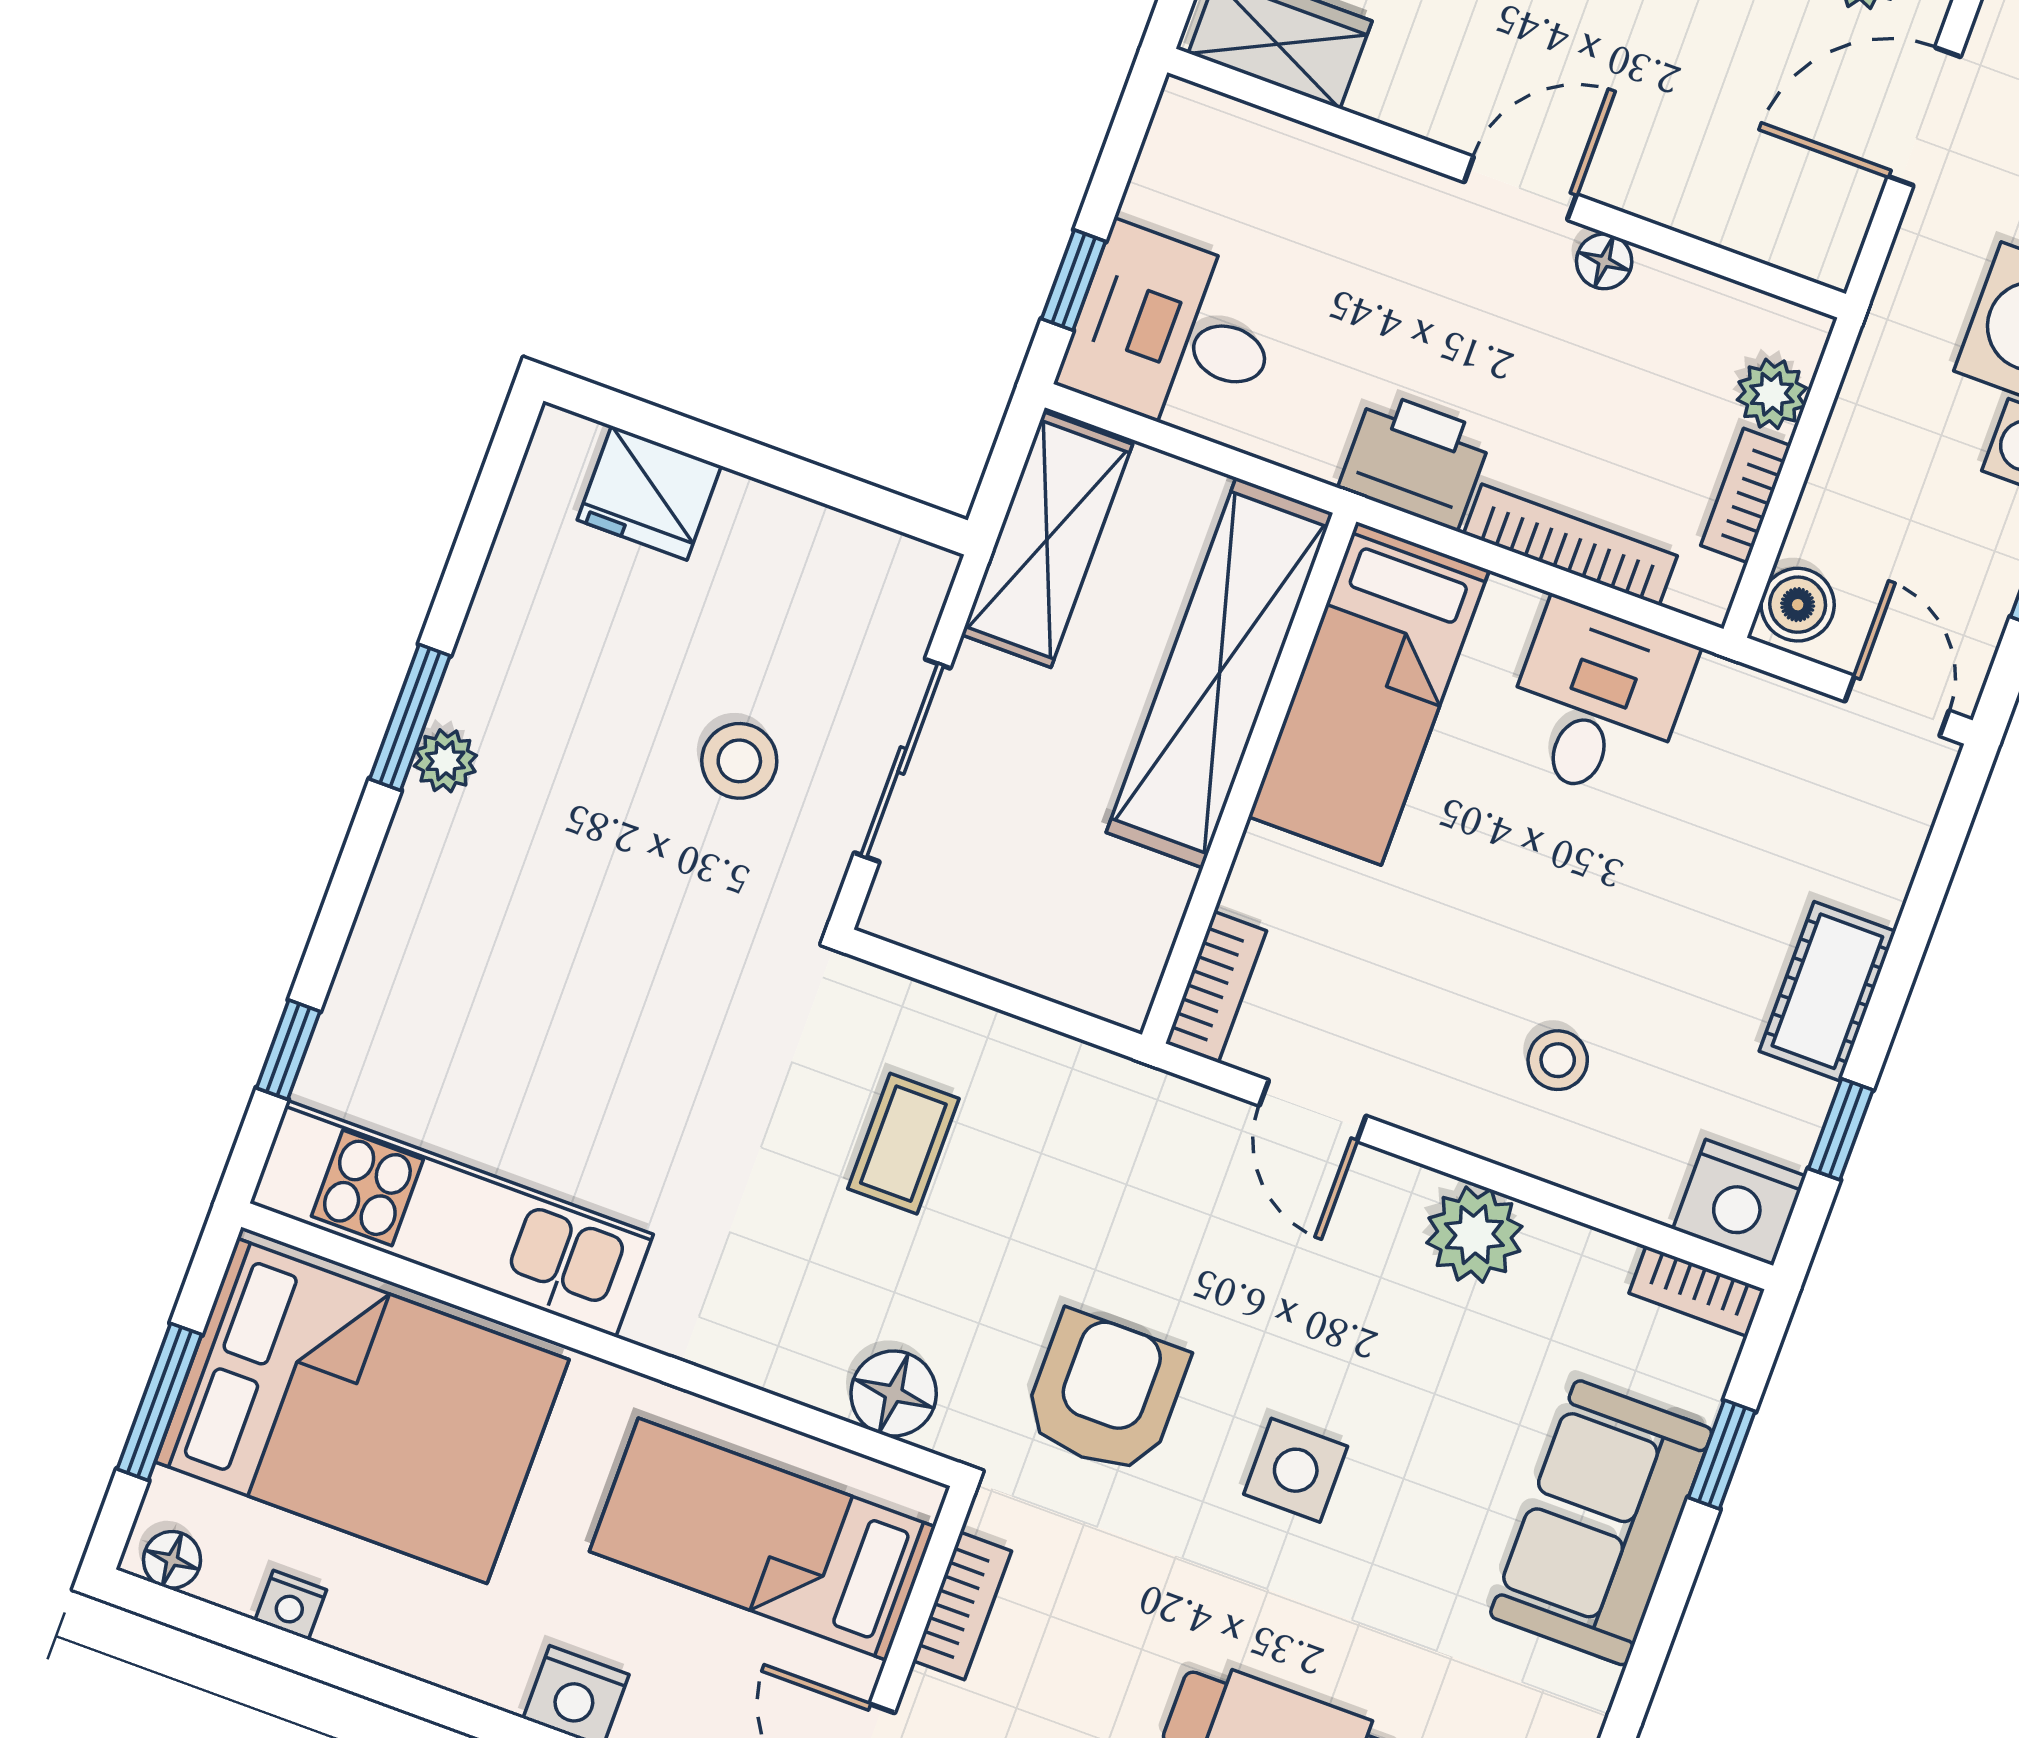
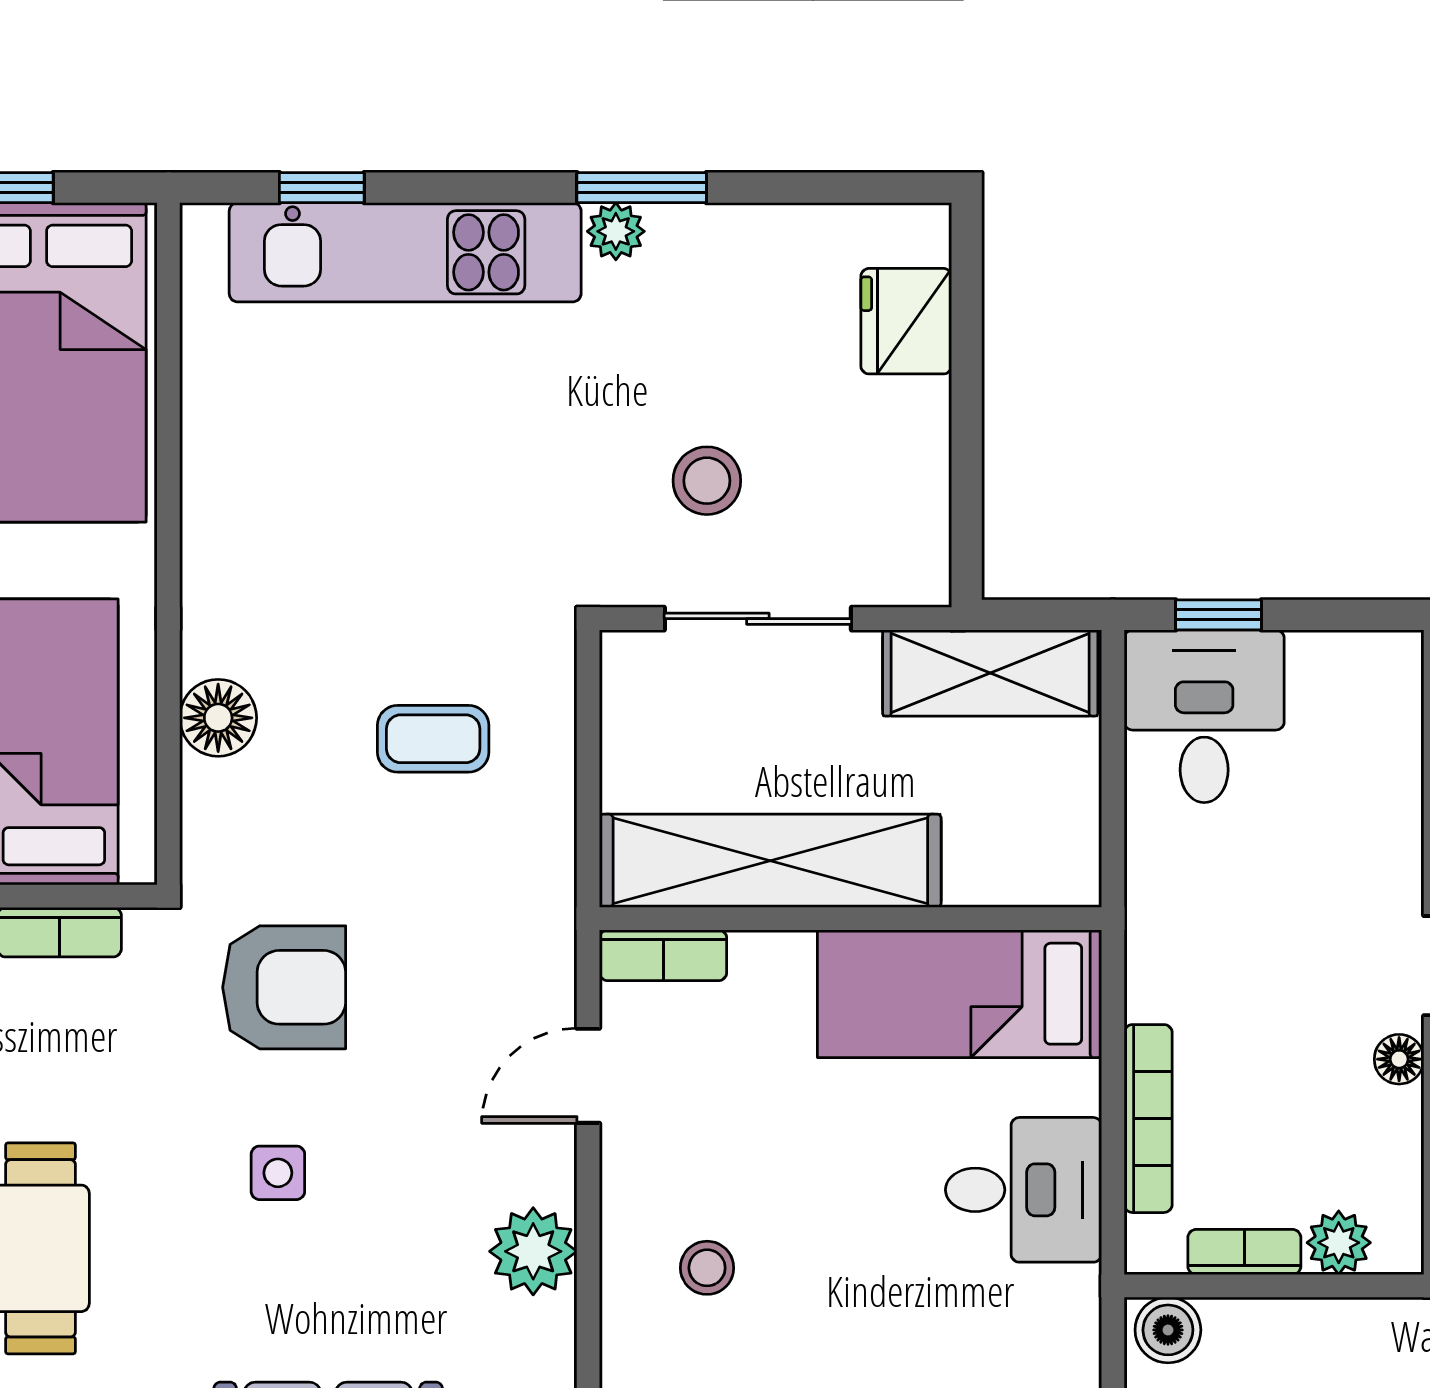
printer: (1415, 460) -> (1172, 961), removed
shelving: (1220, 673) -> (770, 861), moved
kitchen unit: (452, 1219) -> (405, 252), moved, turned 90
floor lamp: (894, 1393) -> (218, 718), moved
side table: (1296, 1470) -> (278, 1173), width x0.73, depth x0.73

